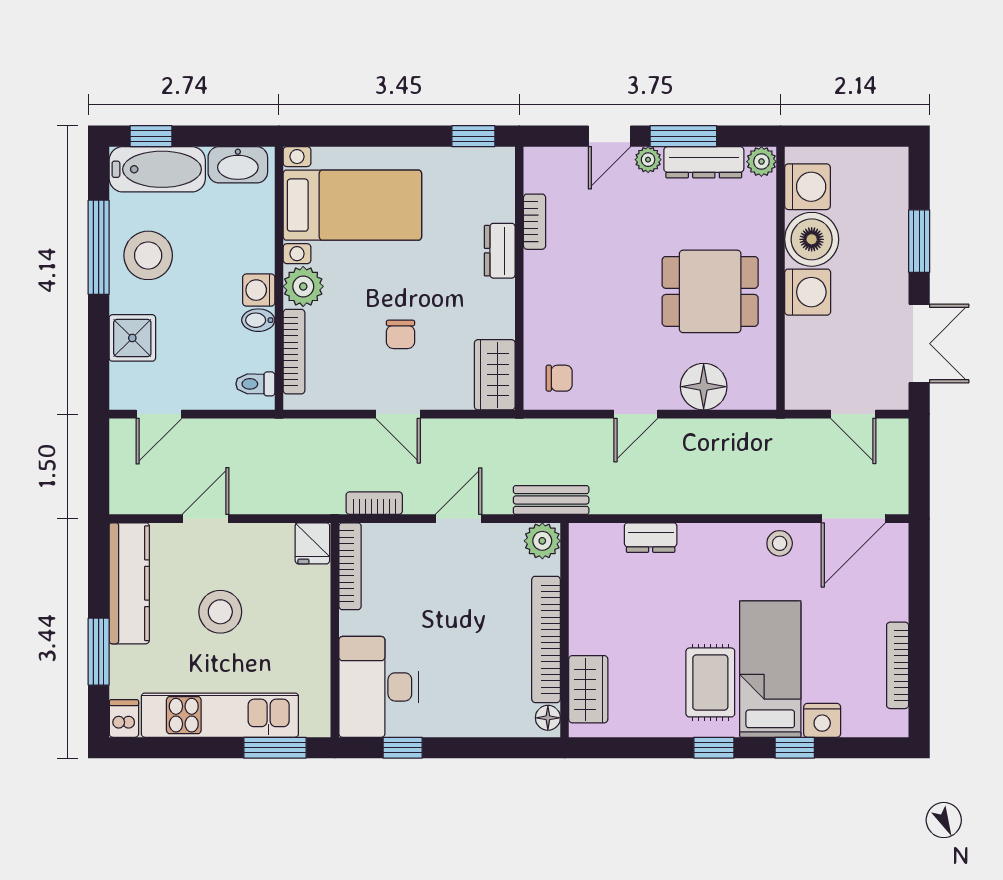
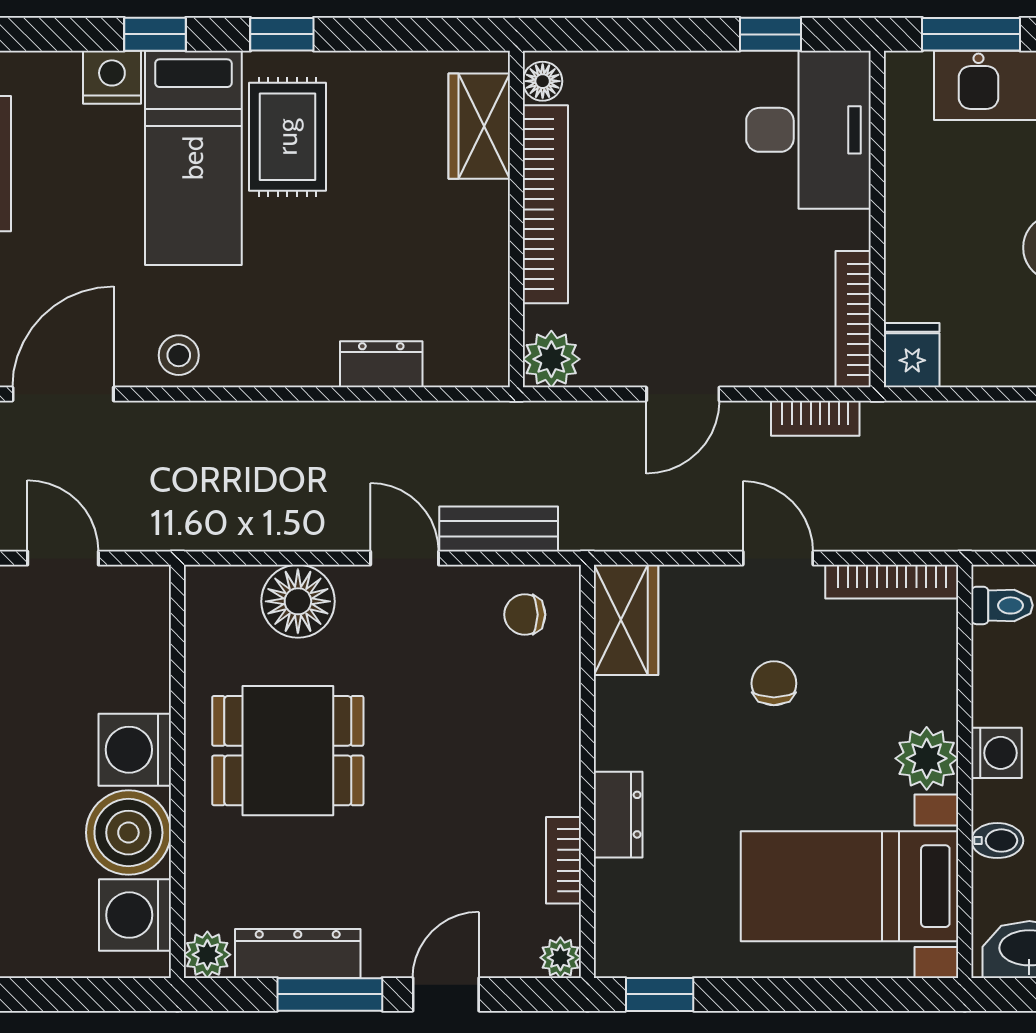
plant: (648, 160) -> (560, 958), moved
bidet: (258, 320) -> (997, 841), moved
bookcase: (294, 352) -> (892, 582), moved, turned -90
door: (636, 414) -> (405, 558), hinge flipped
bench: (551, 500) -> (499, 529), moved

